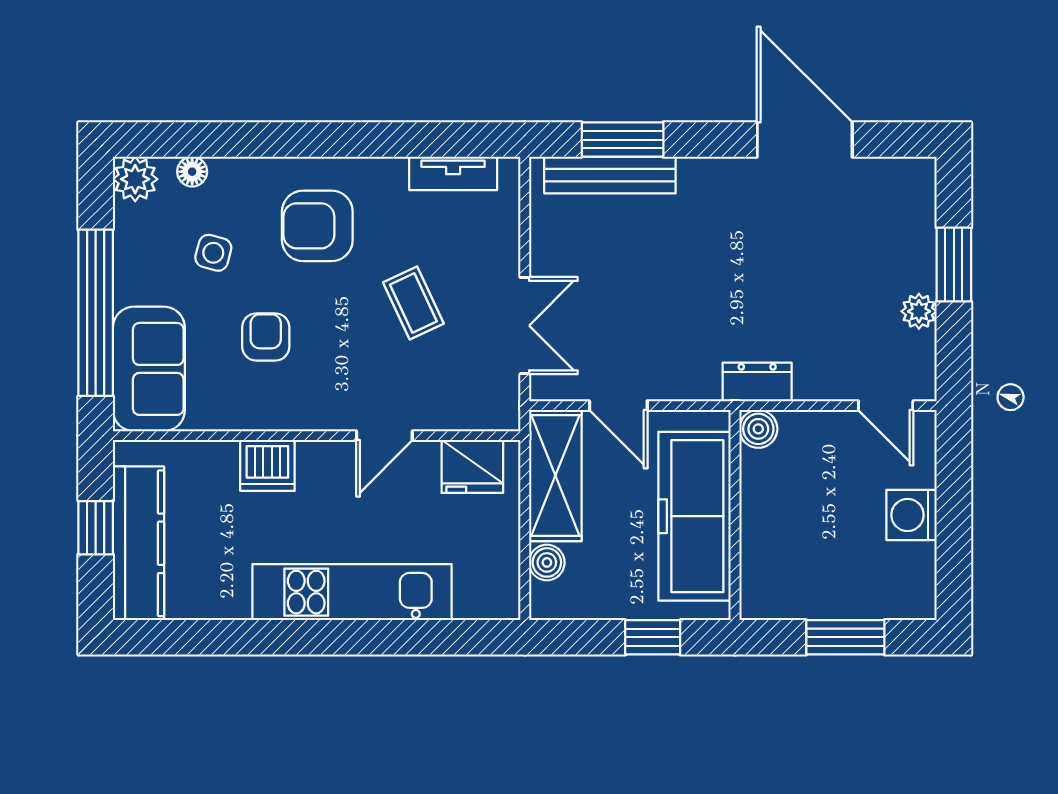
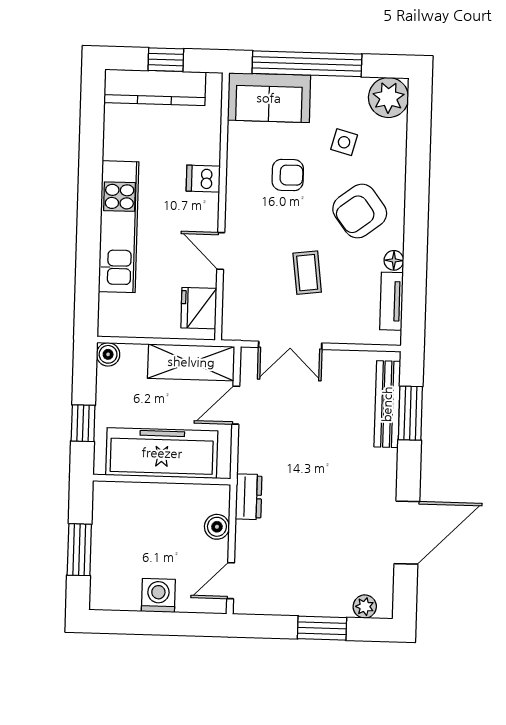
floor lamp: (192, 172) -> (394, 260), moved
plant: (135, 179) -> (388, 98), width x1.36, depth x1.36
armchair: (317, 226) -> (360, 211), turned -127
coffee table: (413, 303) -> (307, 273), turned -72
plant: (919, 311) -> (365, 607), moved
boiler: (758, 429) -> (217, 527), moved
dishwasher: (267, 465) -> (203, 179), width x0.73
boiler: (547, 562) -> (108, 354), moved

